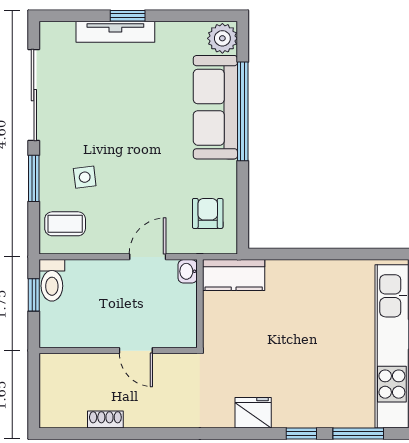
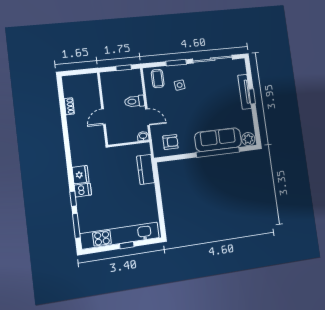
kitchen counter: (234, 275) -> (146, 169), moved
toilet: (52, 280) -> (135, 101), moved
dishwasher: (286, 412) -> (83, 190), added

